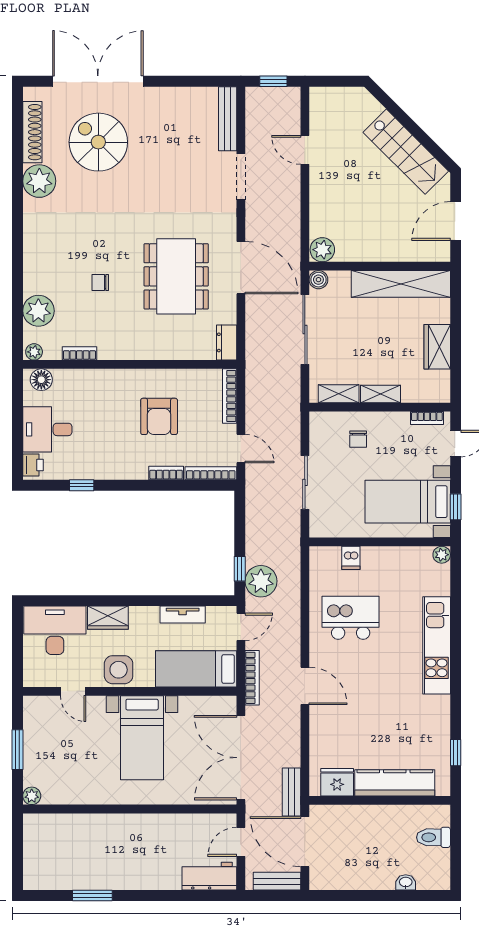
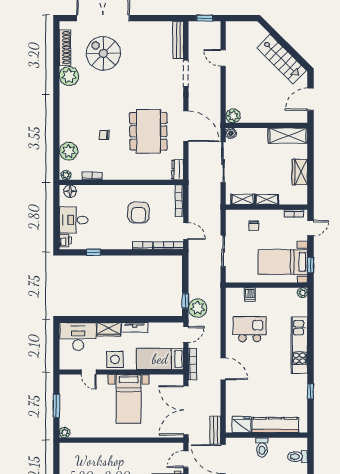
shelving: (401, 284) -> (288, 136), width x0.68
tv unit: (183, 615) -> (135, 327), moved
window: (456, 753) -> (310, 391), moved
toilet: (372, 822) -> (262, 448), added

